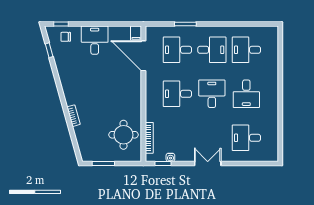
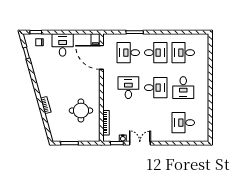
desk: (177, 94) -> (128, 88), turned 90
desk: (212, 94) -> (156, 88), turned 90
round table: (124, 135) -> (81, 111), moved
double door: (208, 164) -> (140, 143), moved

